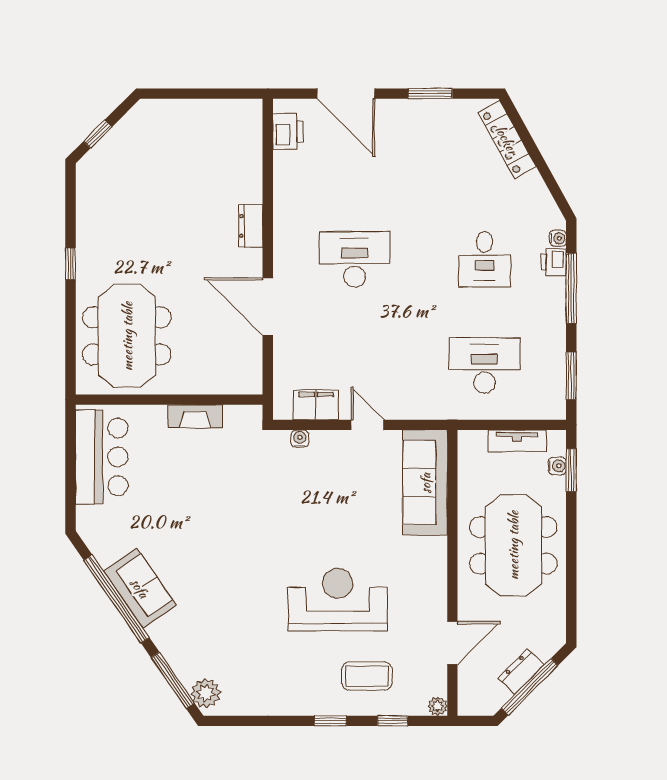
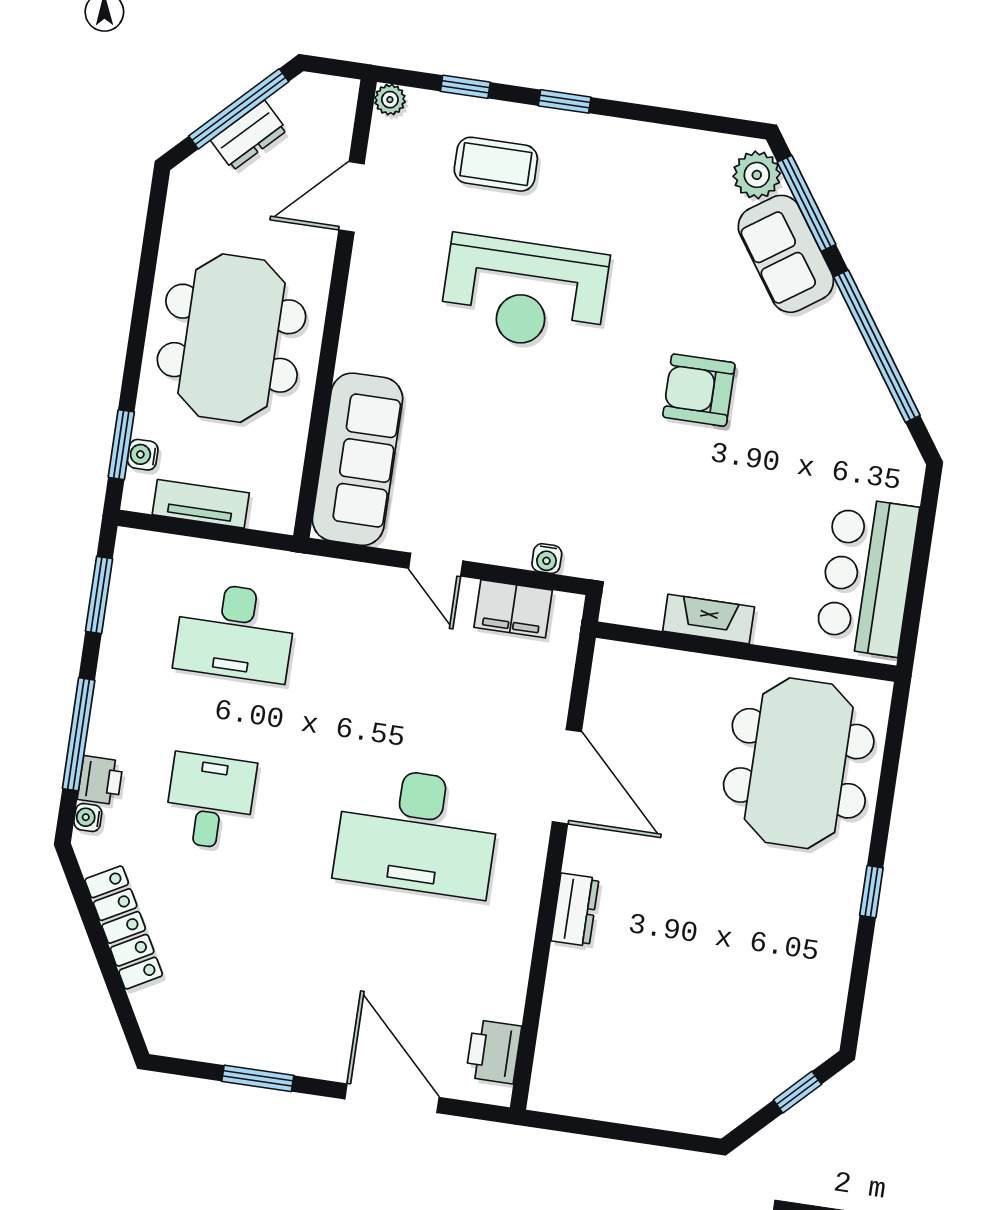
locker: (507, 140) -> (124, 927), moved
desk: (355, 259) -> (417, 832), width x1.36, depth x1.30
armchair: (222, 556) -> (699, 390), added
sofa: (140, 588) -> (786, 254), moved

